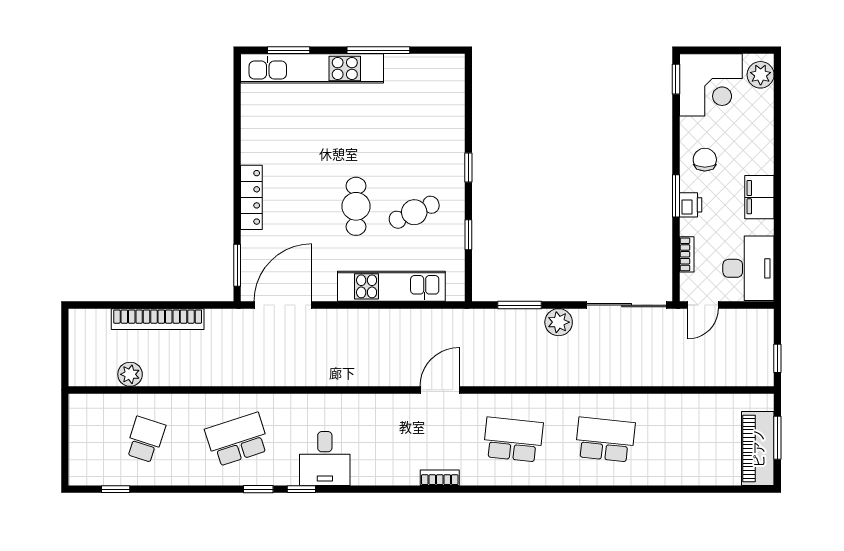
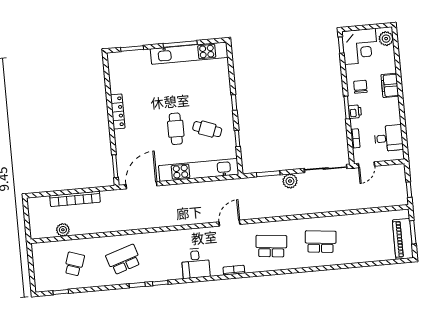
kitchen unit: (312, 68) -> (189, 53), moved
locker: (251, 197) -> (118, 112), moved
filing cabinet: (759, 197) -> (390, 85), moved
cafe table: (414, 212) -> (207, 129), turned 44
desk: (748, 268) -> (389, 138), width x0.73
kitchen unit: (391, 286) -> (199, 170), width x1.36
desk: (325, 458) -> (196, 263), moved

